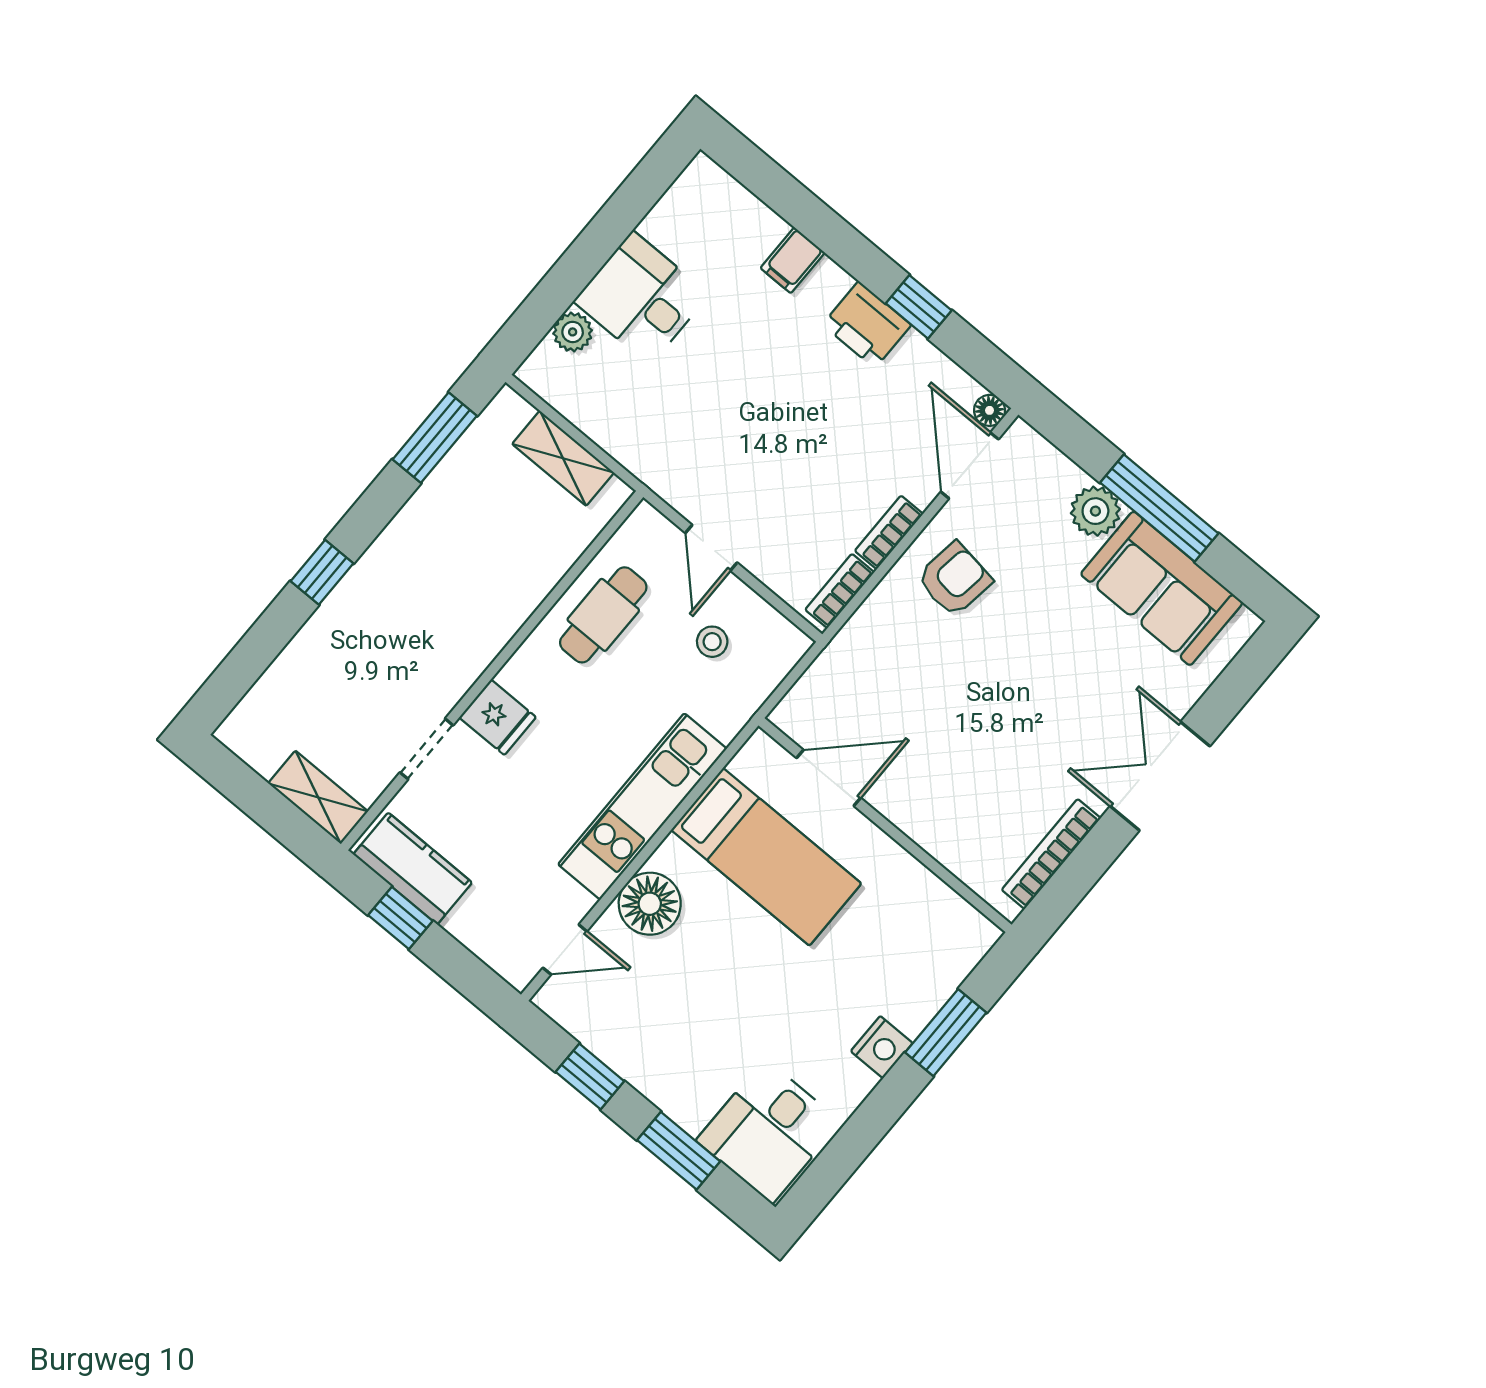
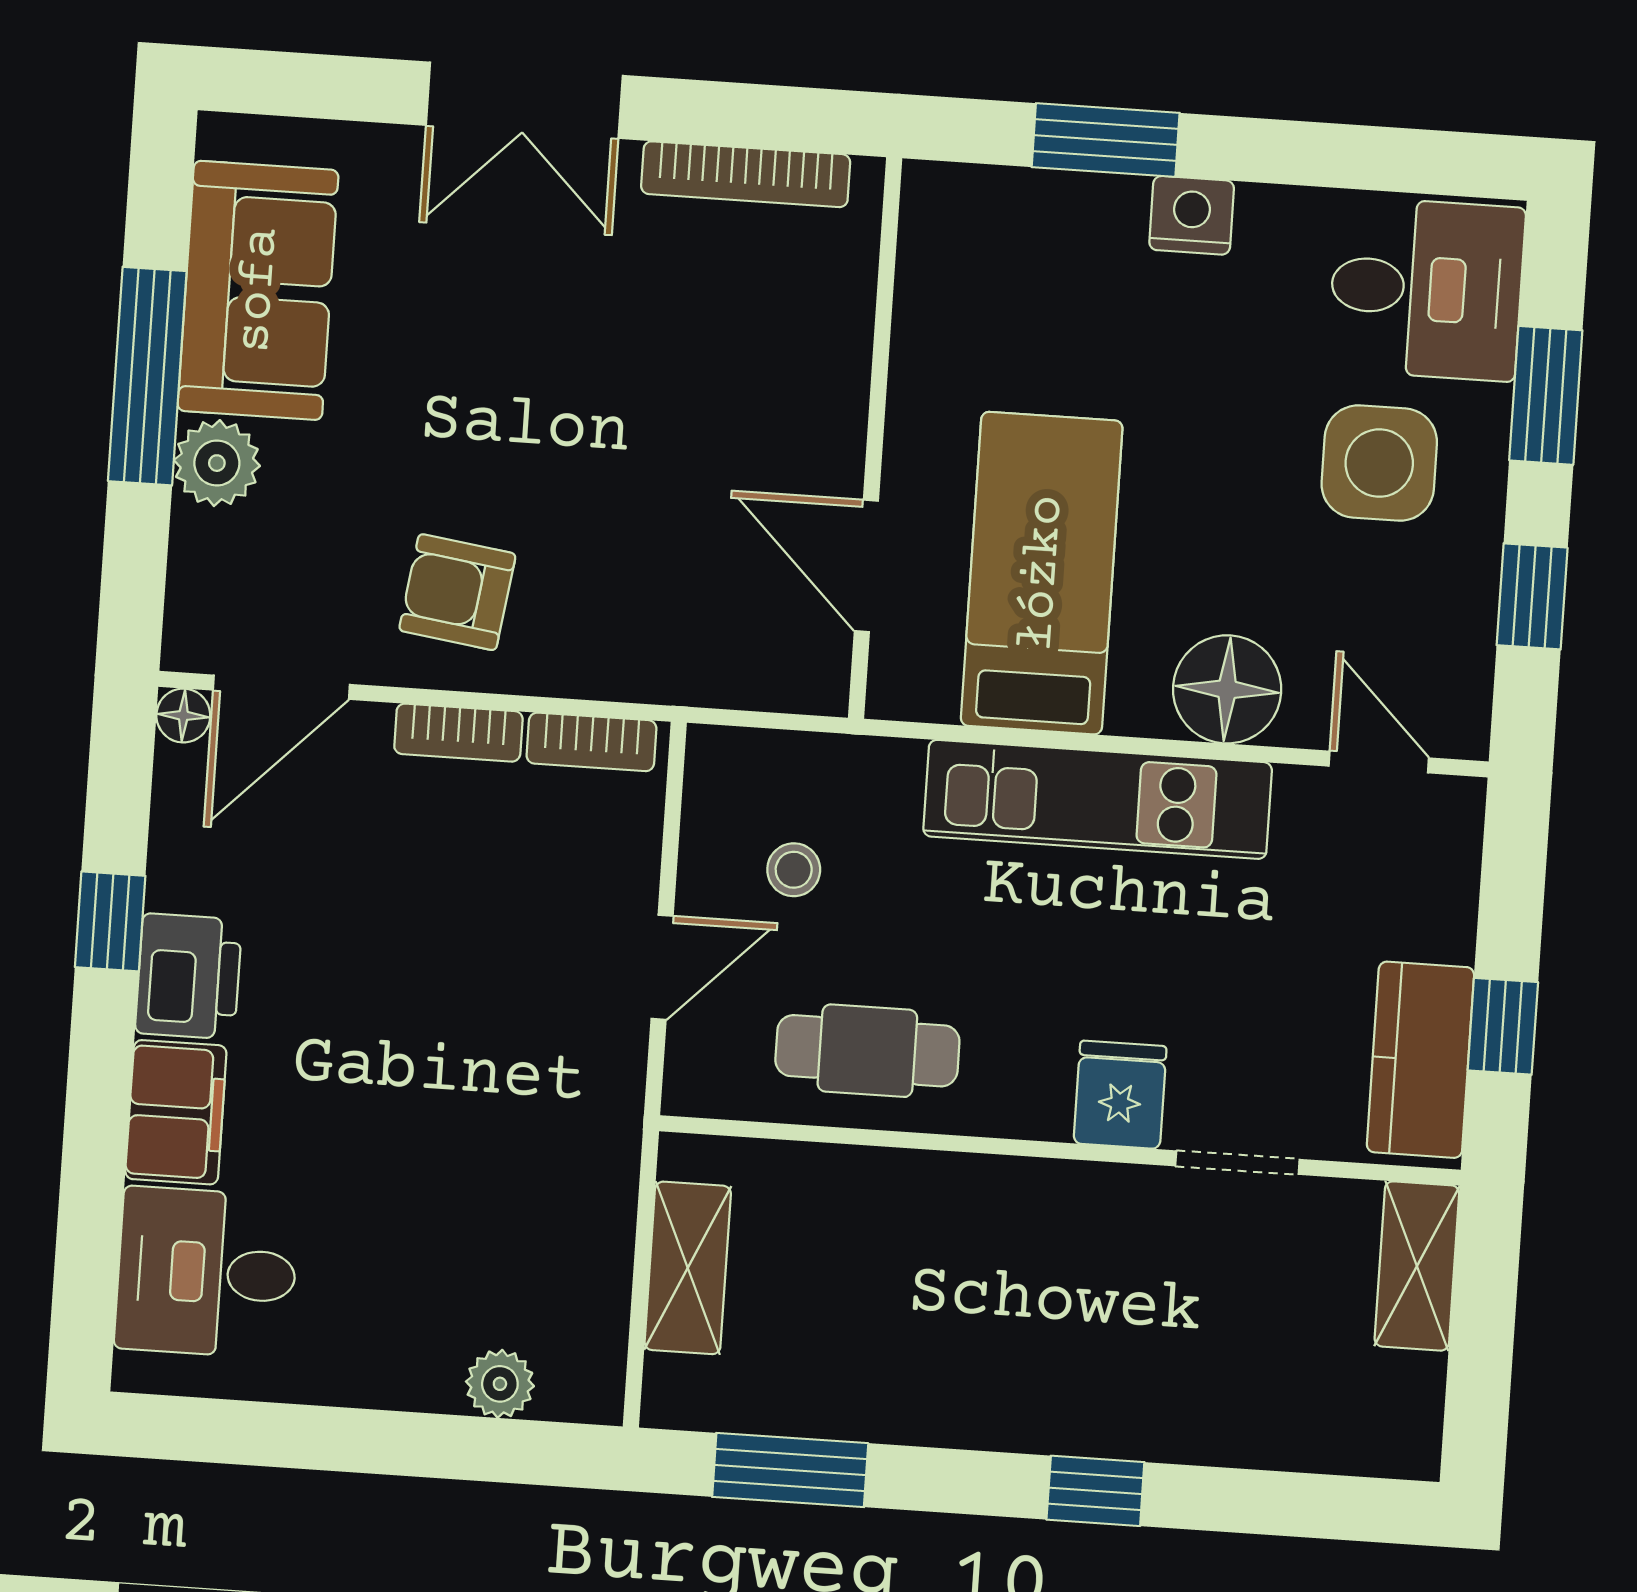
filing cabinet: (793, 260) -> (176, 1112), width x2.00
desk: (641, 298) -> (207, 1273), moved, turned 90
side table: (703, 1051) -> (1379, 463), added

